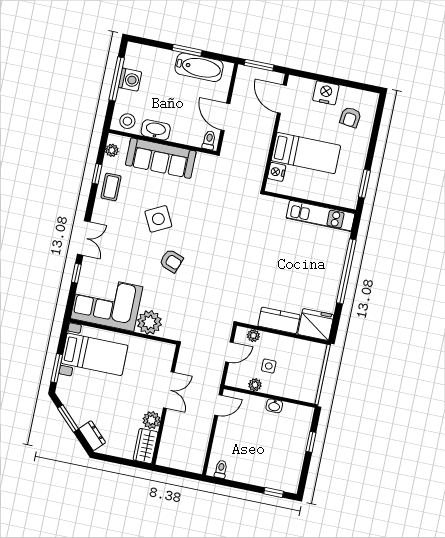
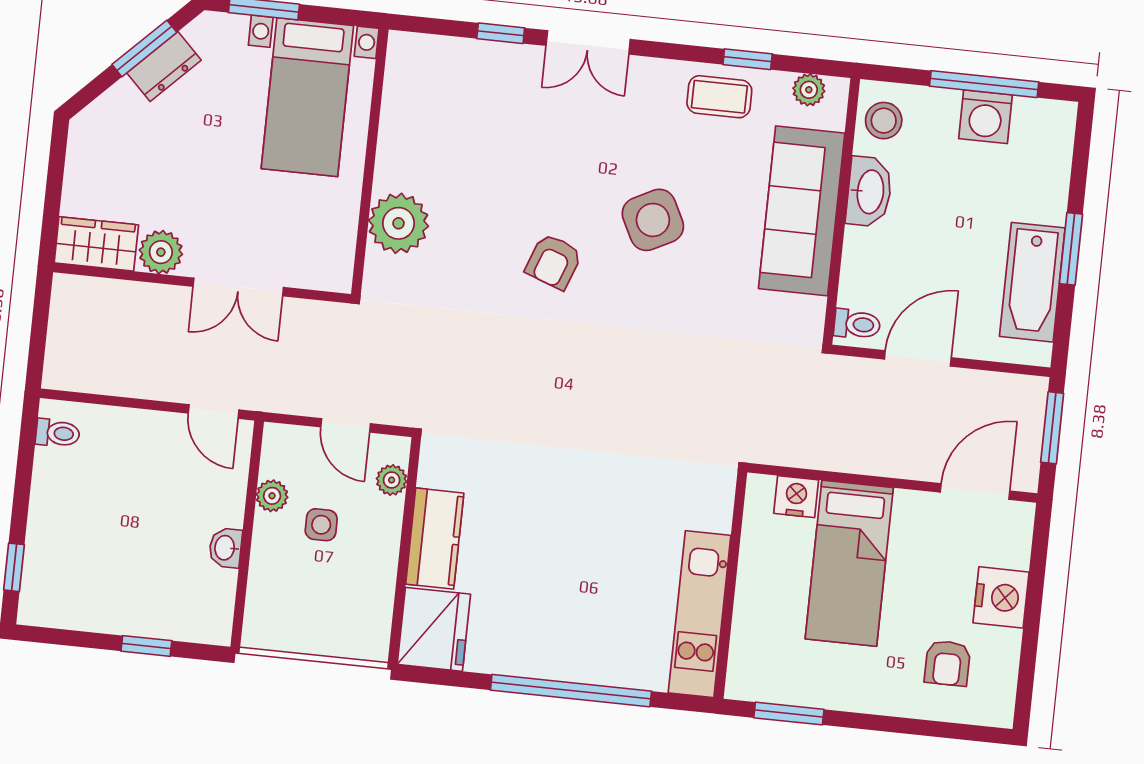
armchair: (350, 117) -> (947, 663), turned -97
corner sofa: (107, 303) -> (436, 114), removed
dresser: (92, 436) -> (164, 67), moved

